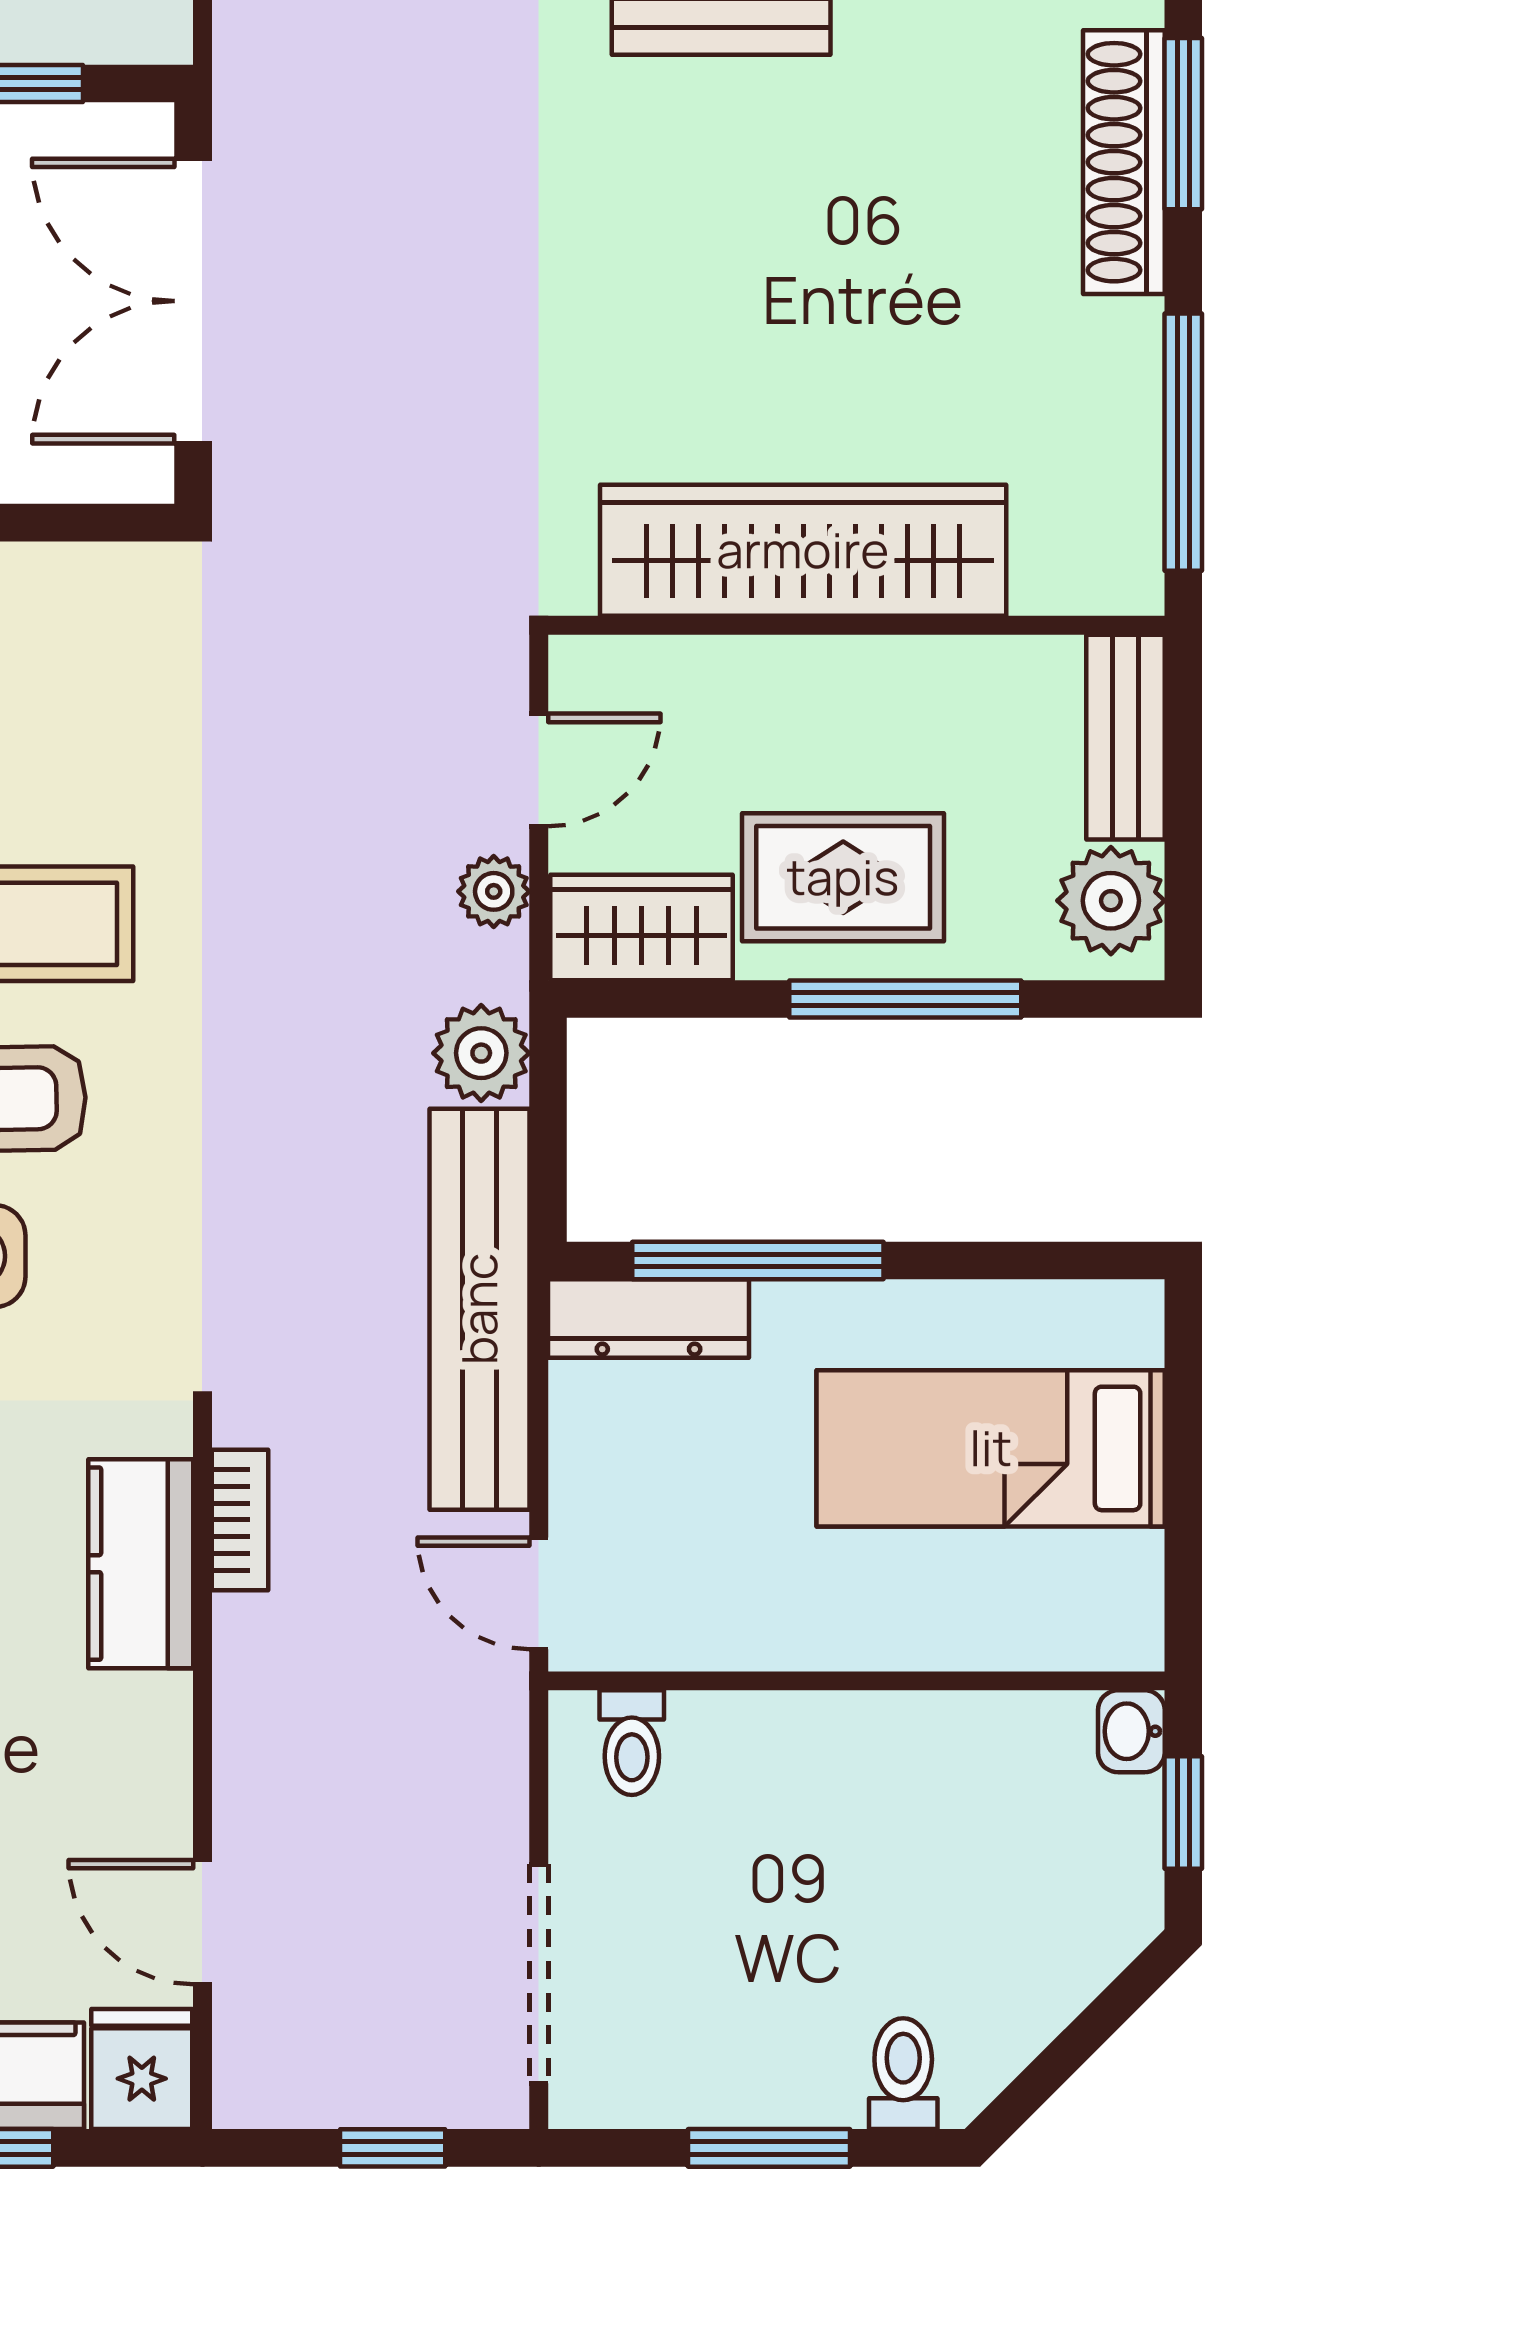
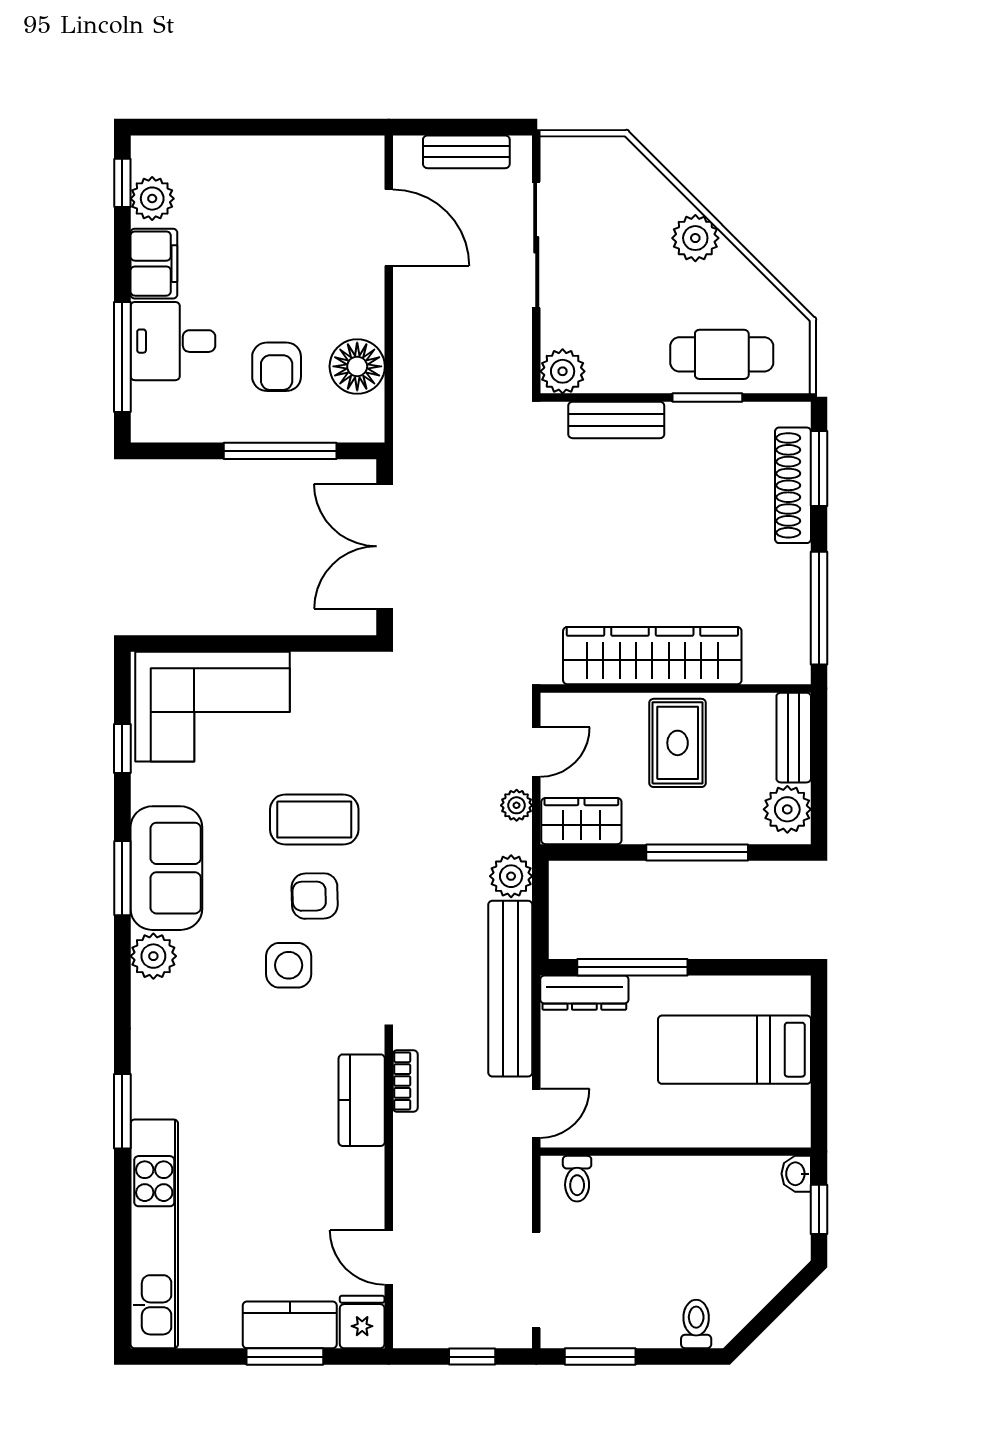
rug: (843, 877) -> (678, 743), moved, turned 90
door: (539, 1593) -> (536, 1113), swing flipped
window: (769, 2148) -> (600, 1357), moved

